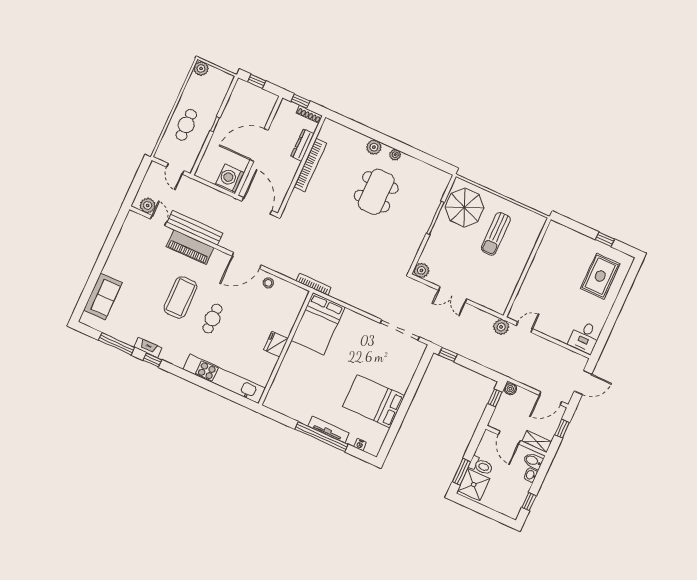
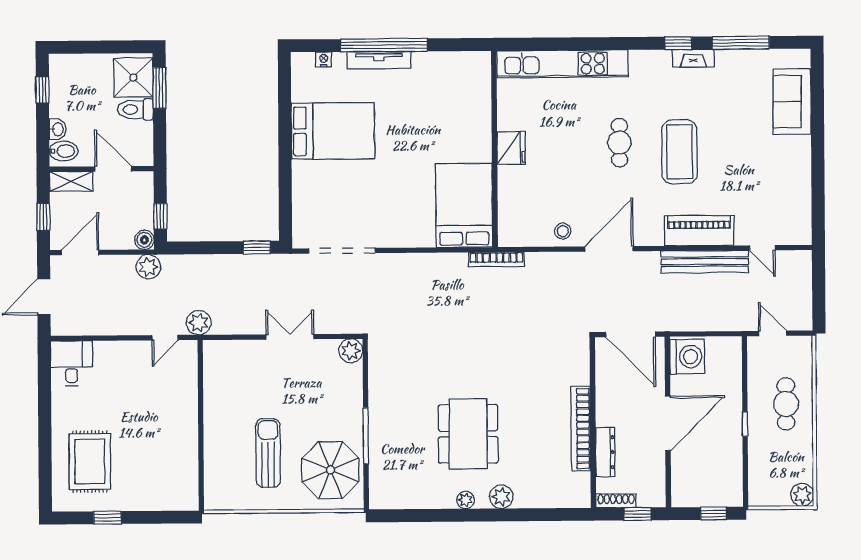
plant: (148, 205) -> (148, 267), moved

